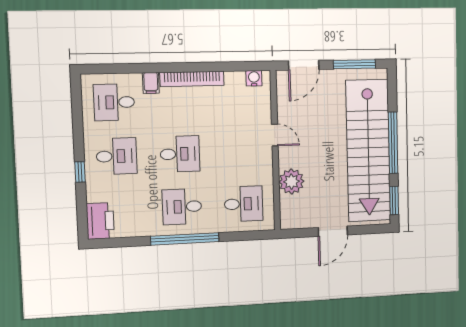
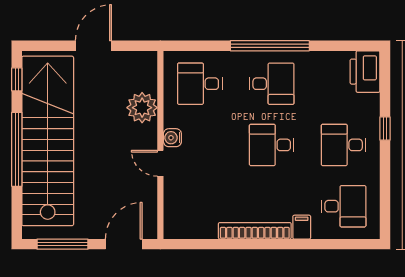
water cooler: (254, 78) -> (172, 138), moved, turned 90
window: (394, 200) -> (17, 79), width x0.67

